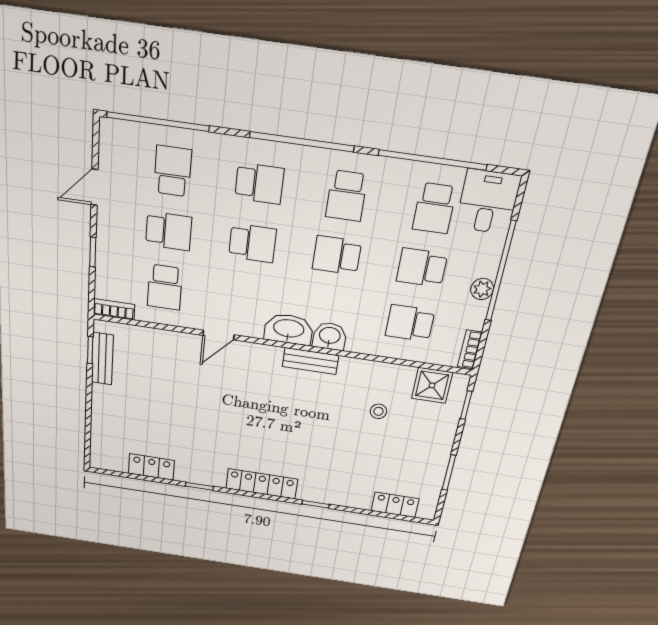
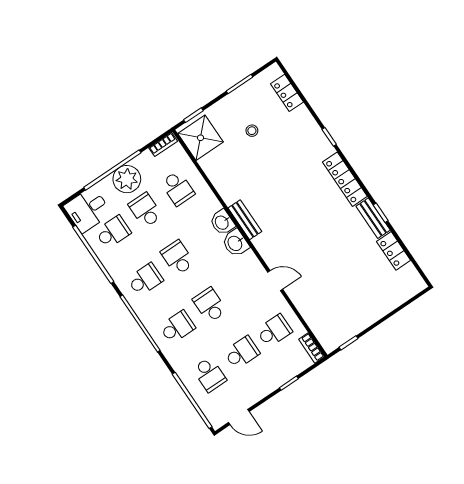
school desk: (173, 171) -> (209, 374), turned -90
school desk: (259, 183) -> (177, 327), turned 90
door: (94, 187) -> (239, 417), moved
school desk: (169, 231) -> (242, 353), turned 90
school desk: (337, 255) -> (178, 258), turned 180
school desk: (422, 268) -> (145, 210), turned 180
plant: (482, 289) -> (127, 179), width x1.87, depth x1.87
washbasin: (289, 329) -> (235, 243), width x0.72
bench: (102, 359) -> (373, 218), moved, turned 90
shower: (432, 385) -> (201, 138), width x1.36, depth x1.36
stool: (378, 411) -> (252, 131), moved

